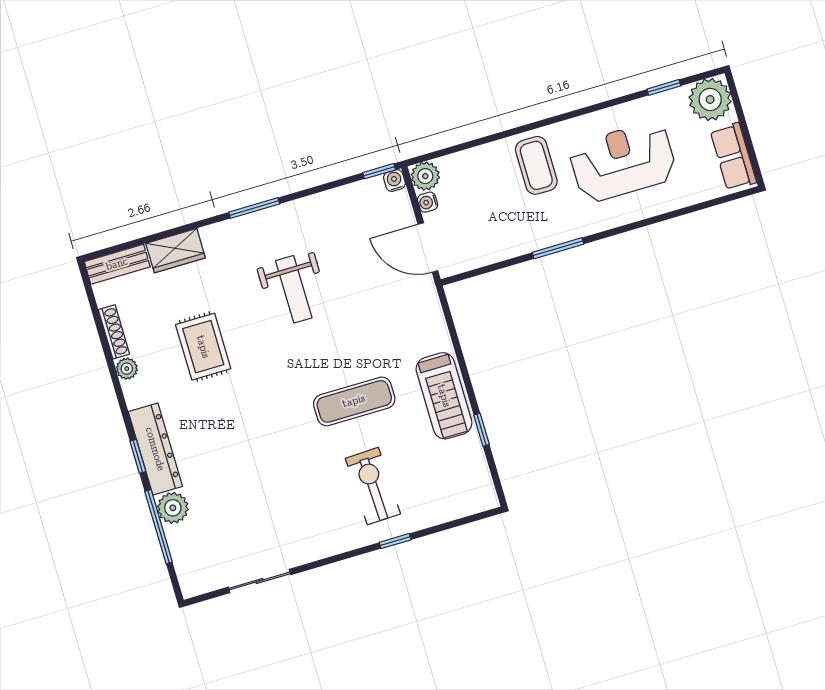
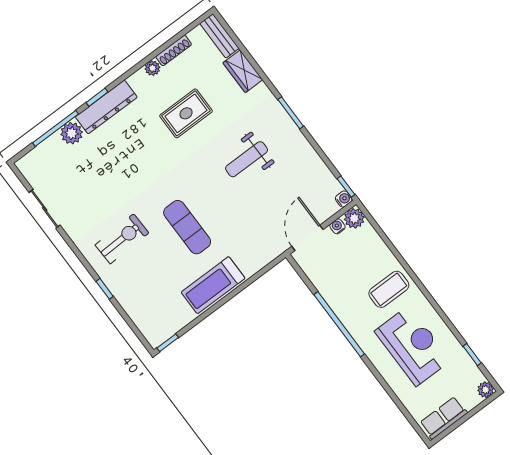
plant: (710, 99) -> (486, 390), width x0.53, depth x0.53
window: (558, 248) -> (339, 324), width x2.11
window: (482, 430) -> (168, 343), moved
exercise bike: (373, 486) -> (122, 239), moved

